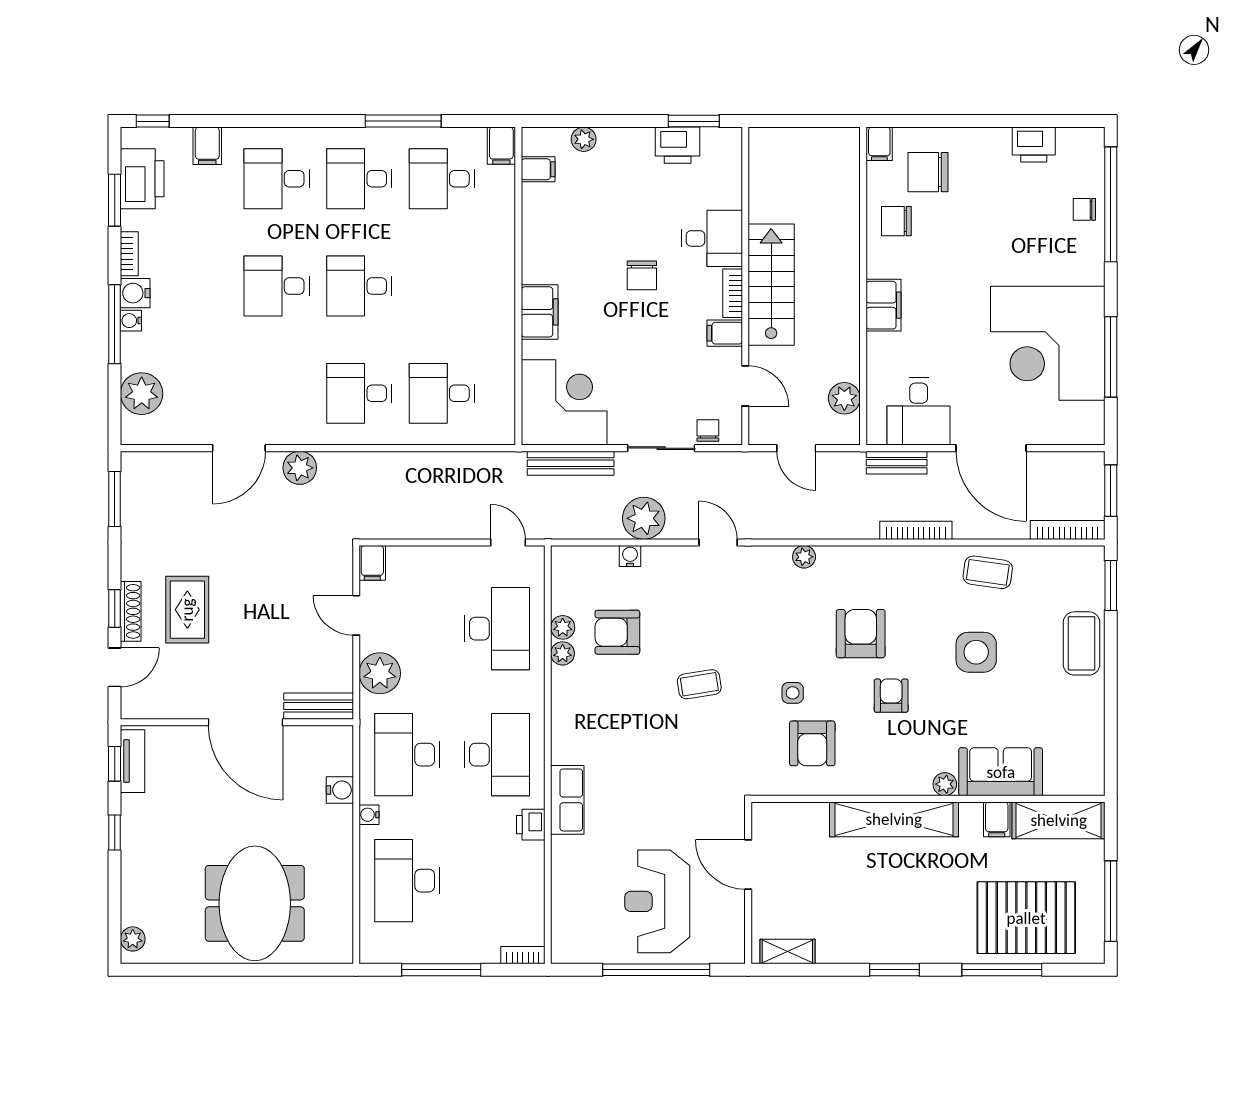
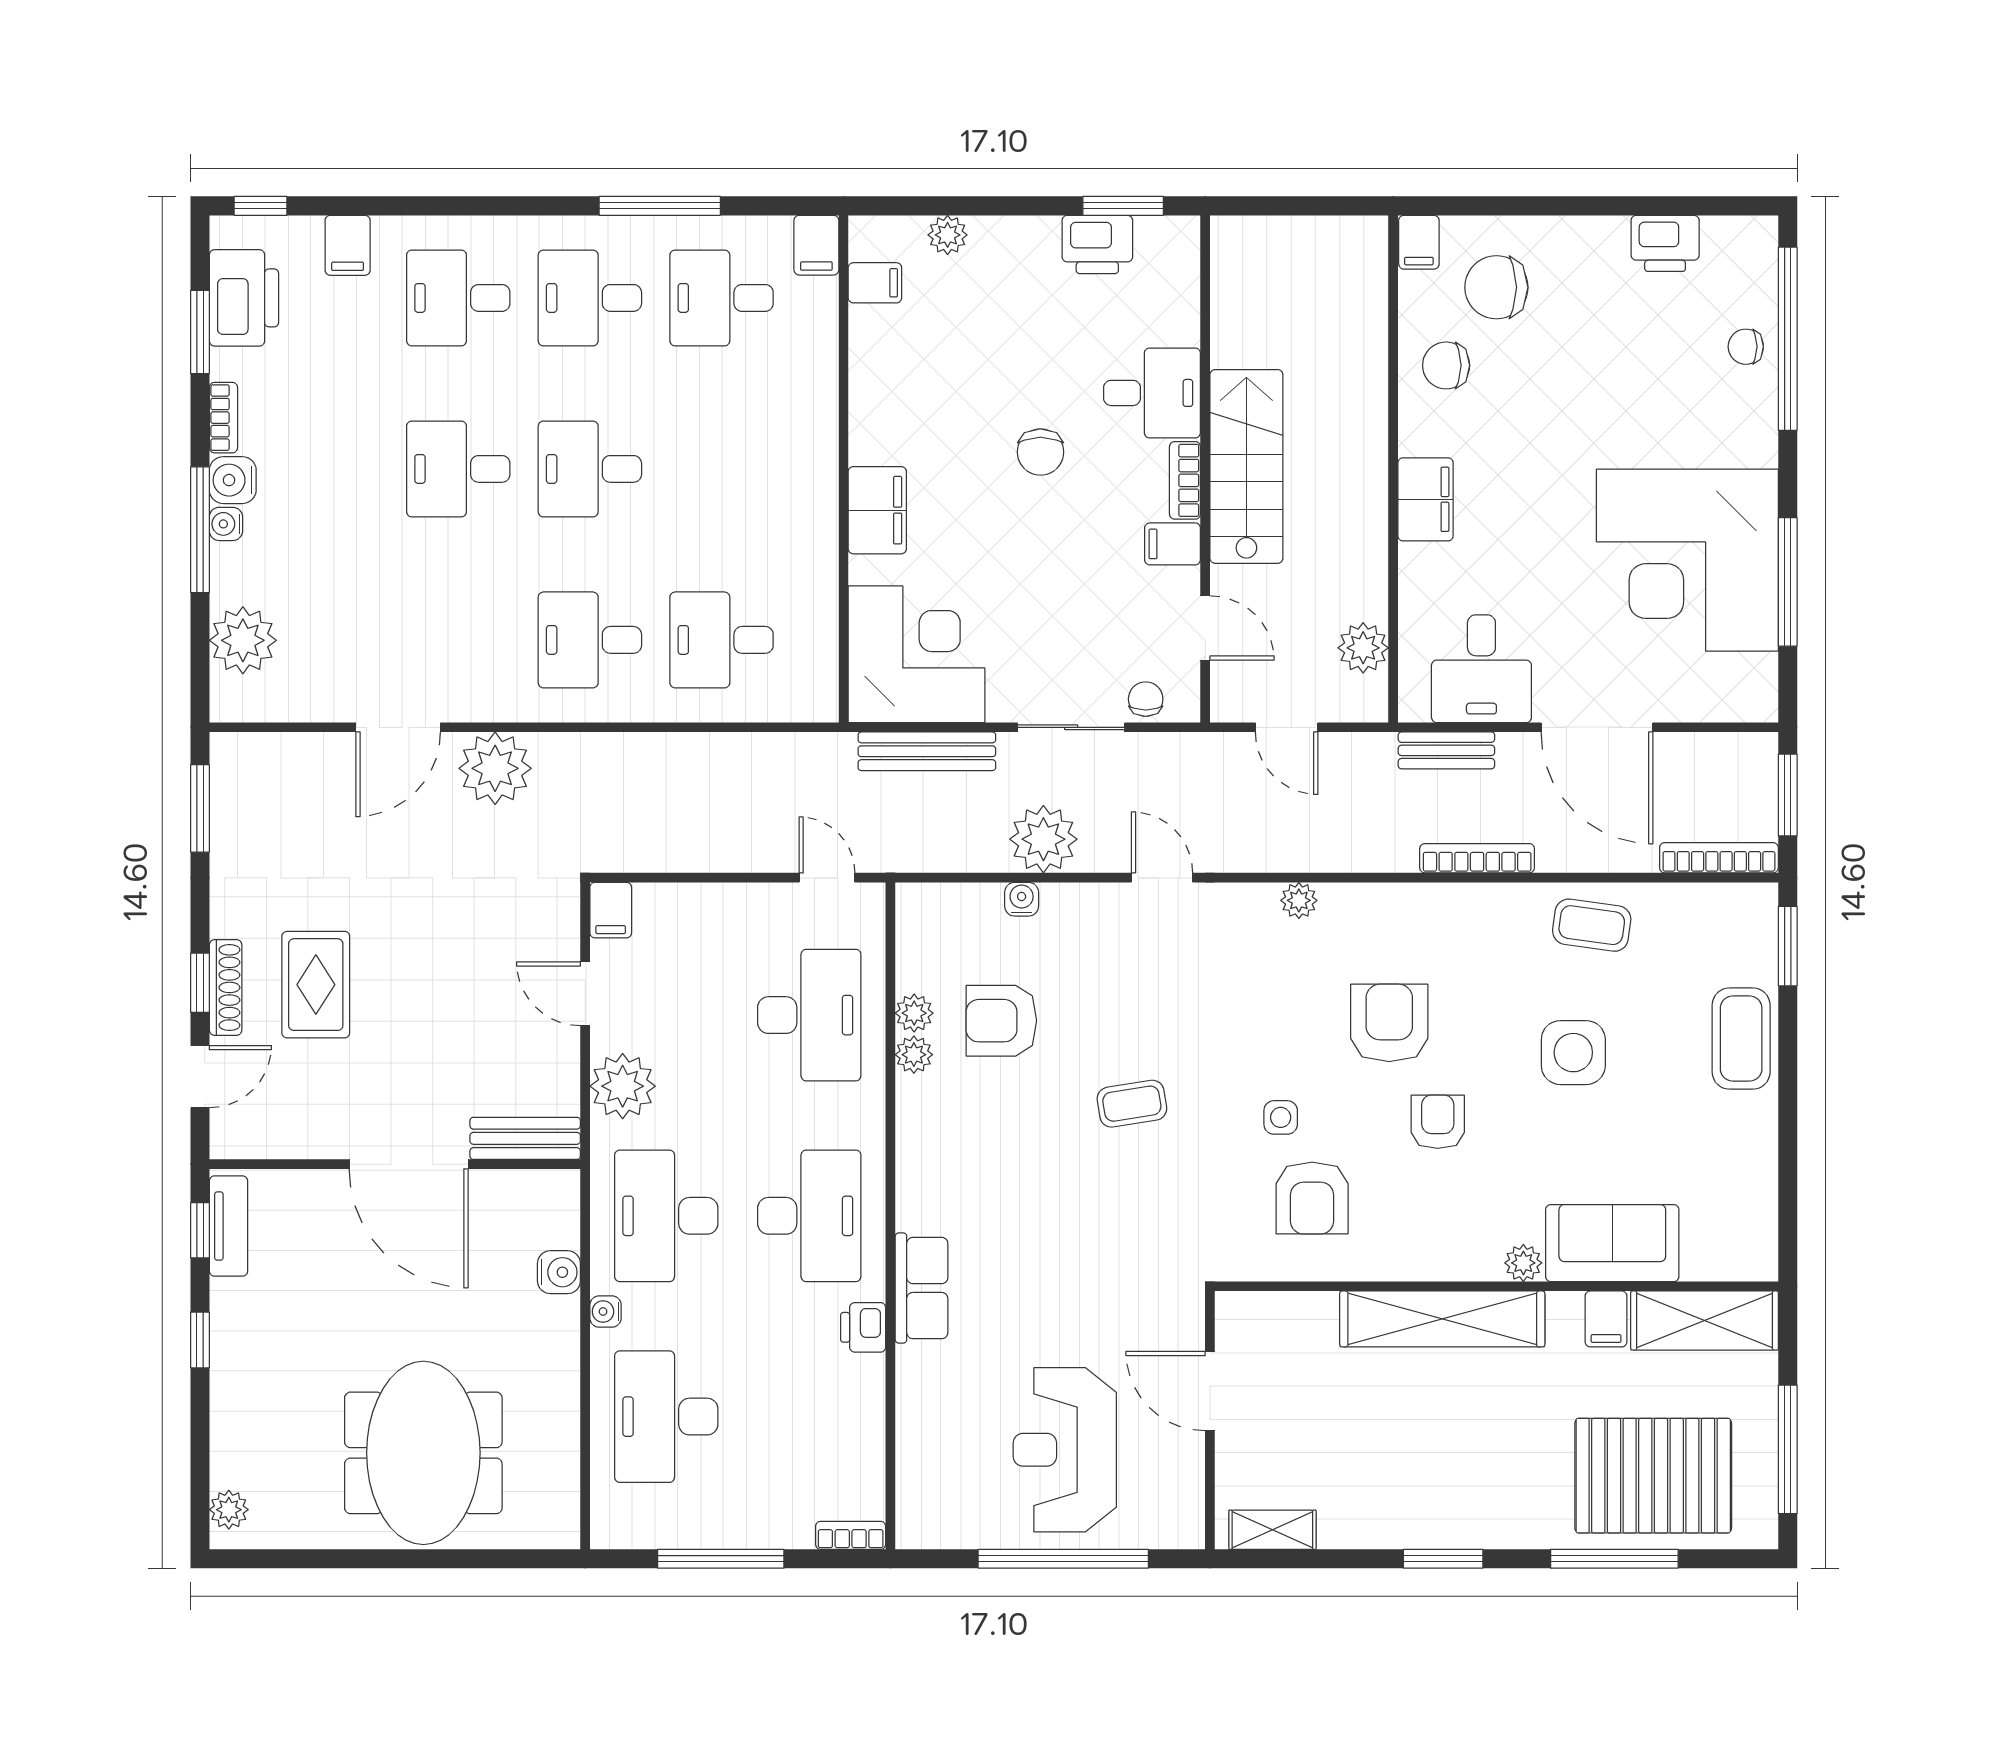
plant: (300, 468) -> (495, 768), width x1.36, depth x1.36

